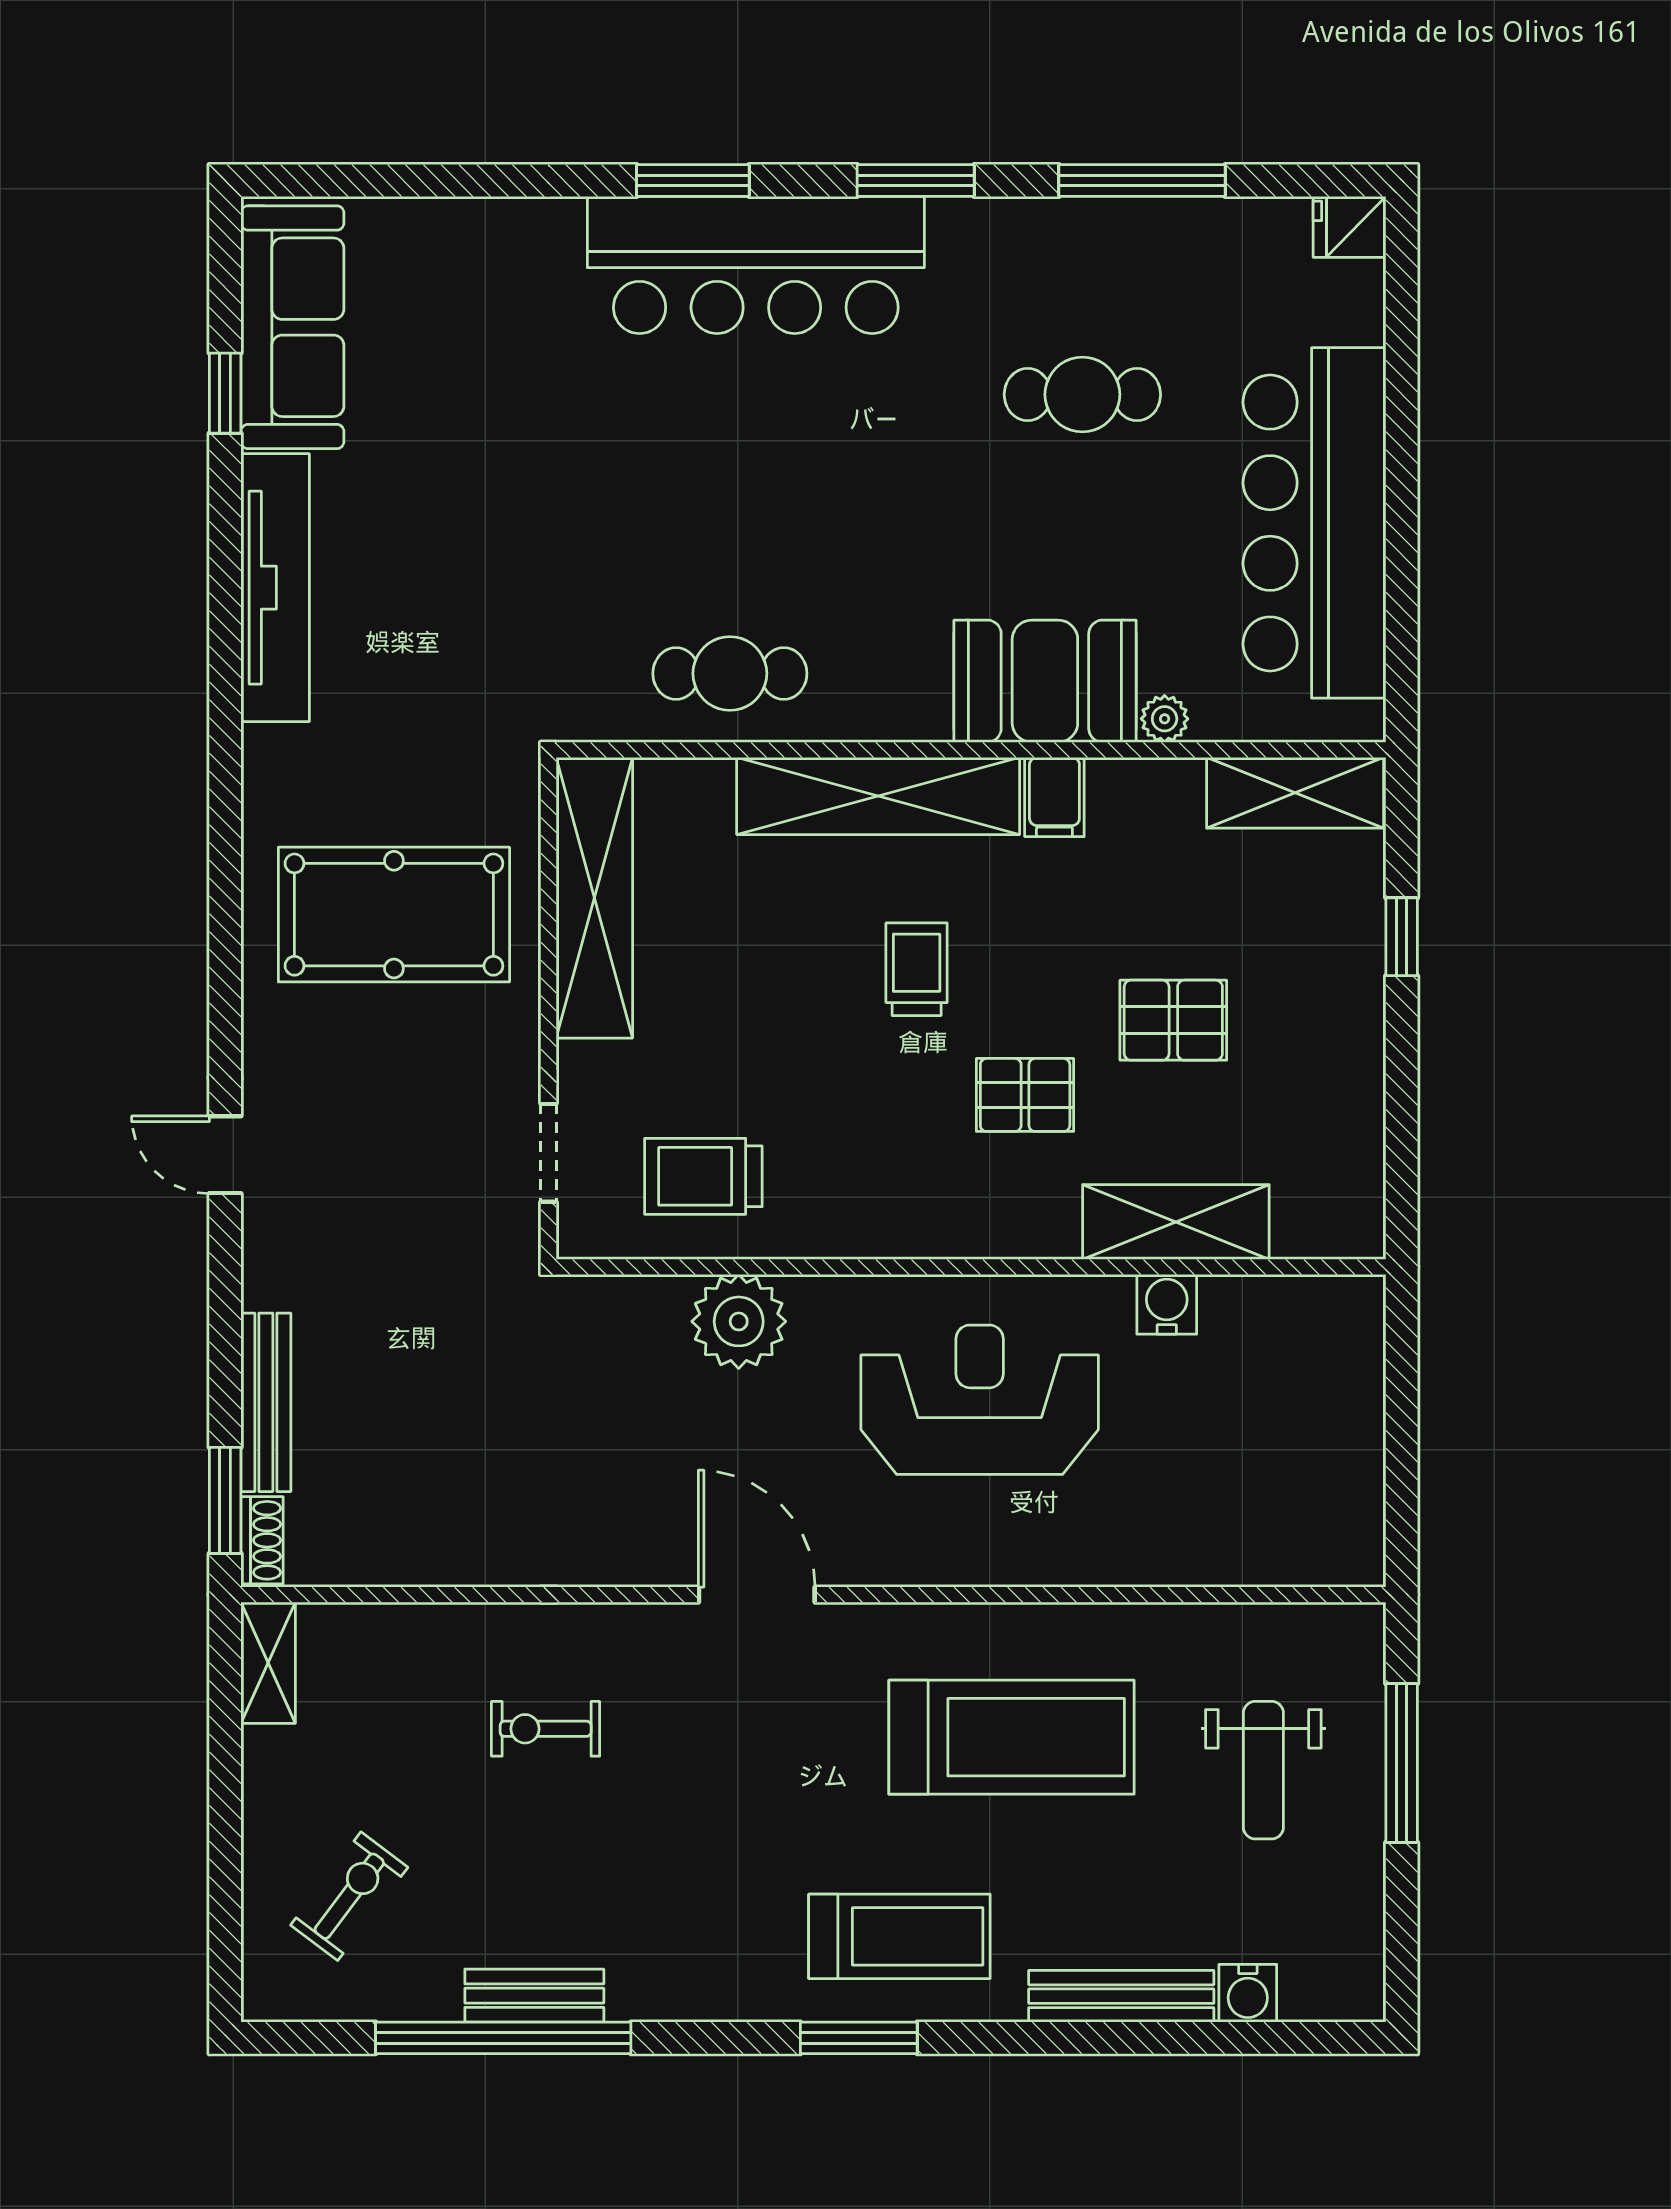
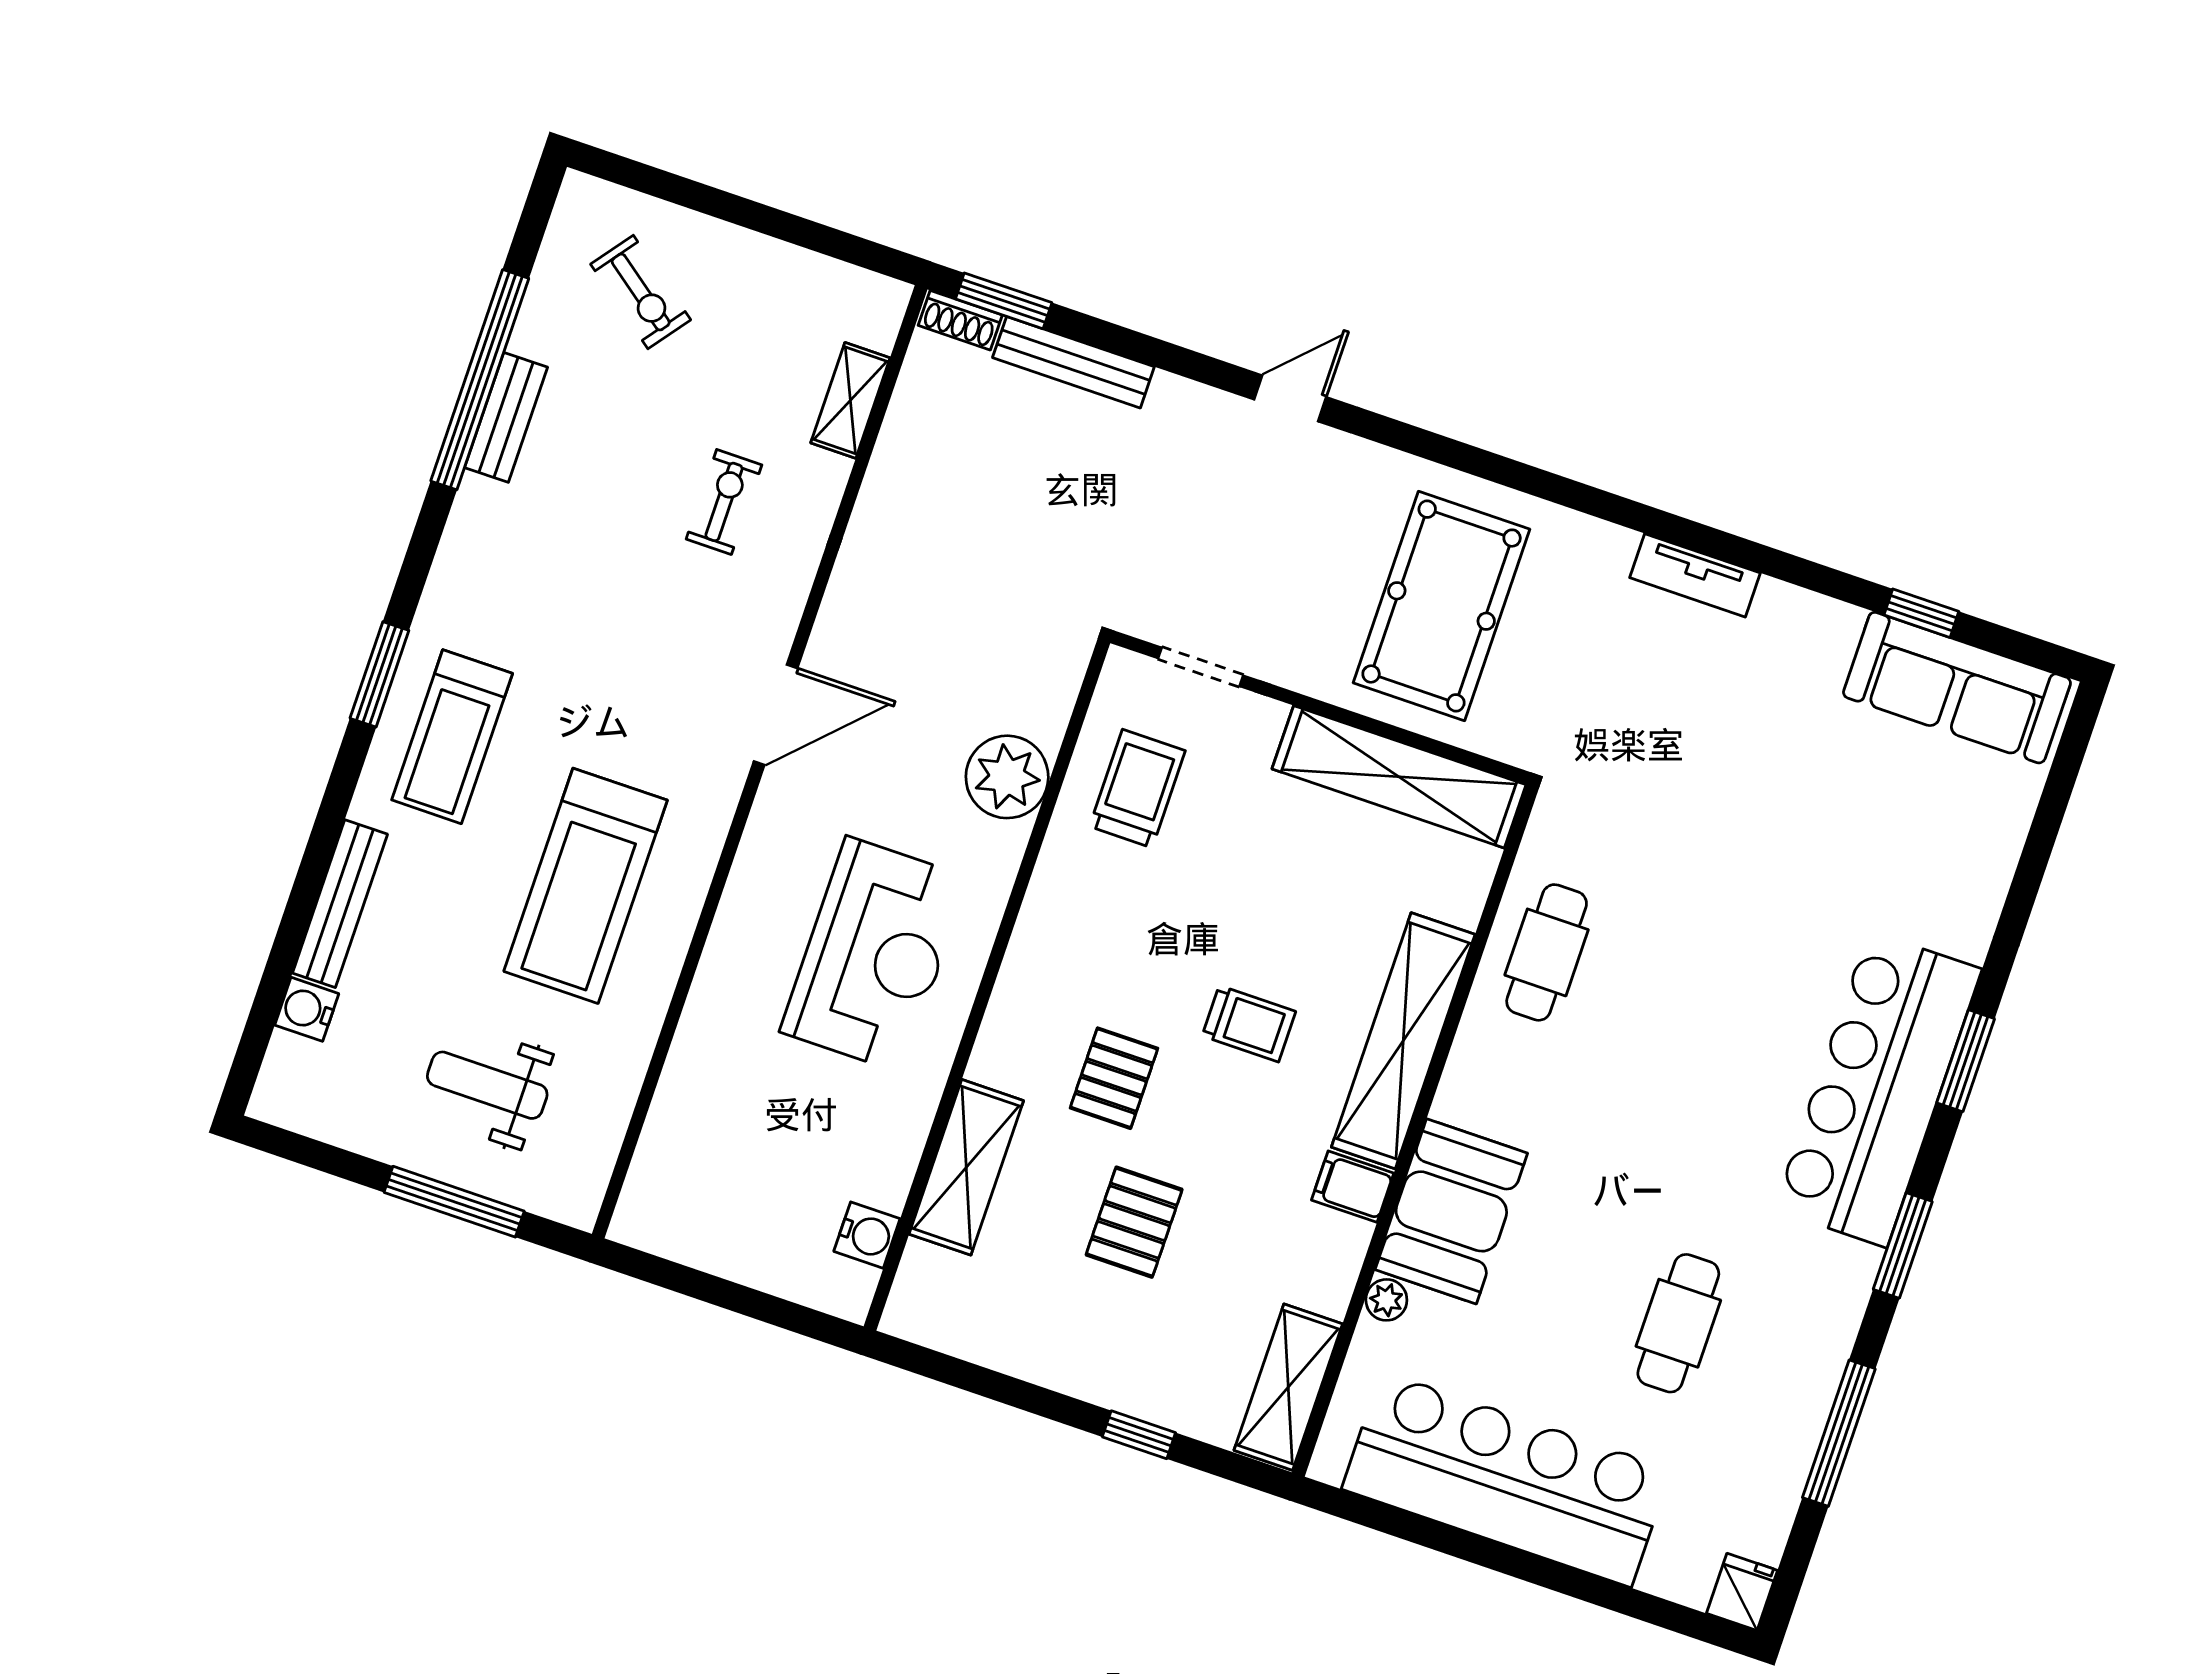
tv unit: (275, 588) -> (1695, 575), width x0.52, depth x0.78
water cooler: (1167, 1304) -> (867, 1235), moved
shelving: (268, 1663) -> (850, 400), moved, turned 90

